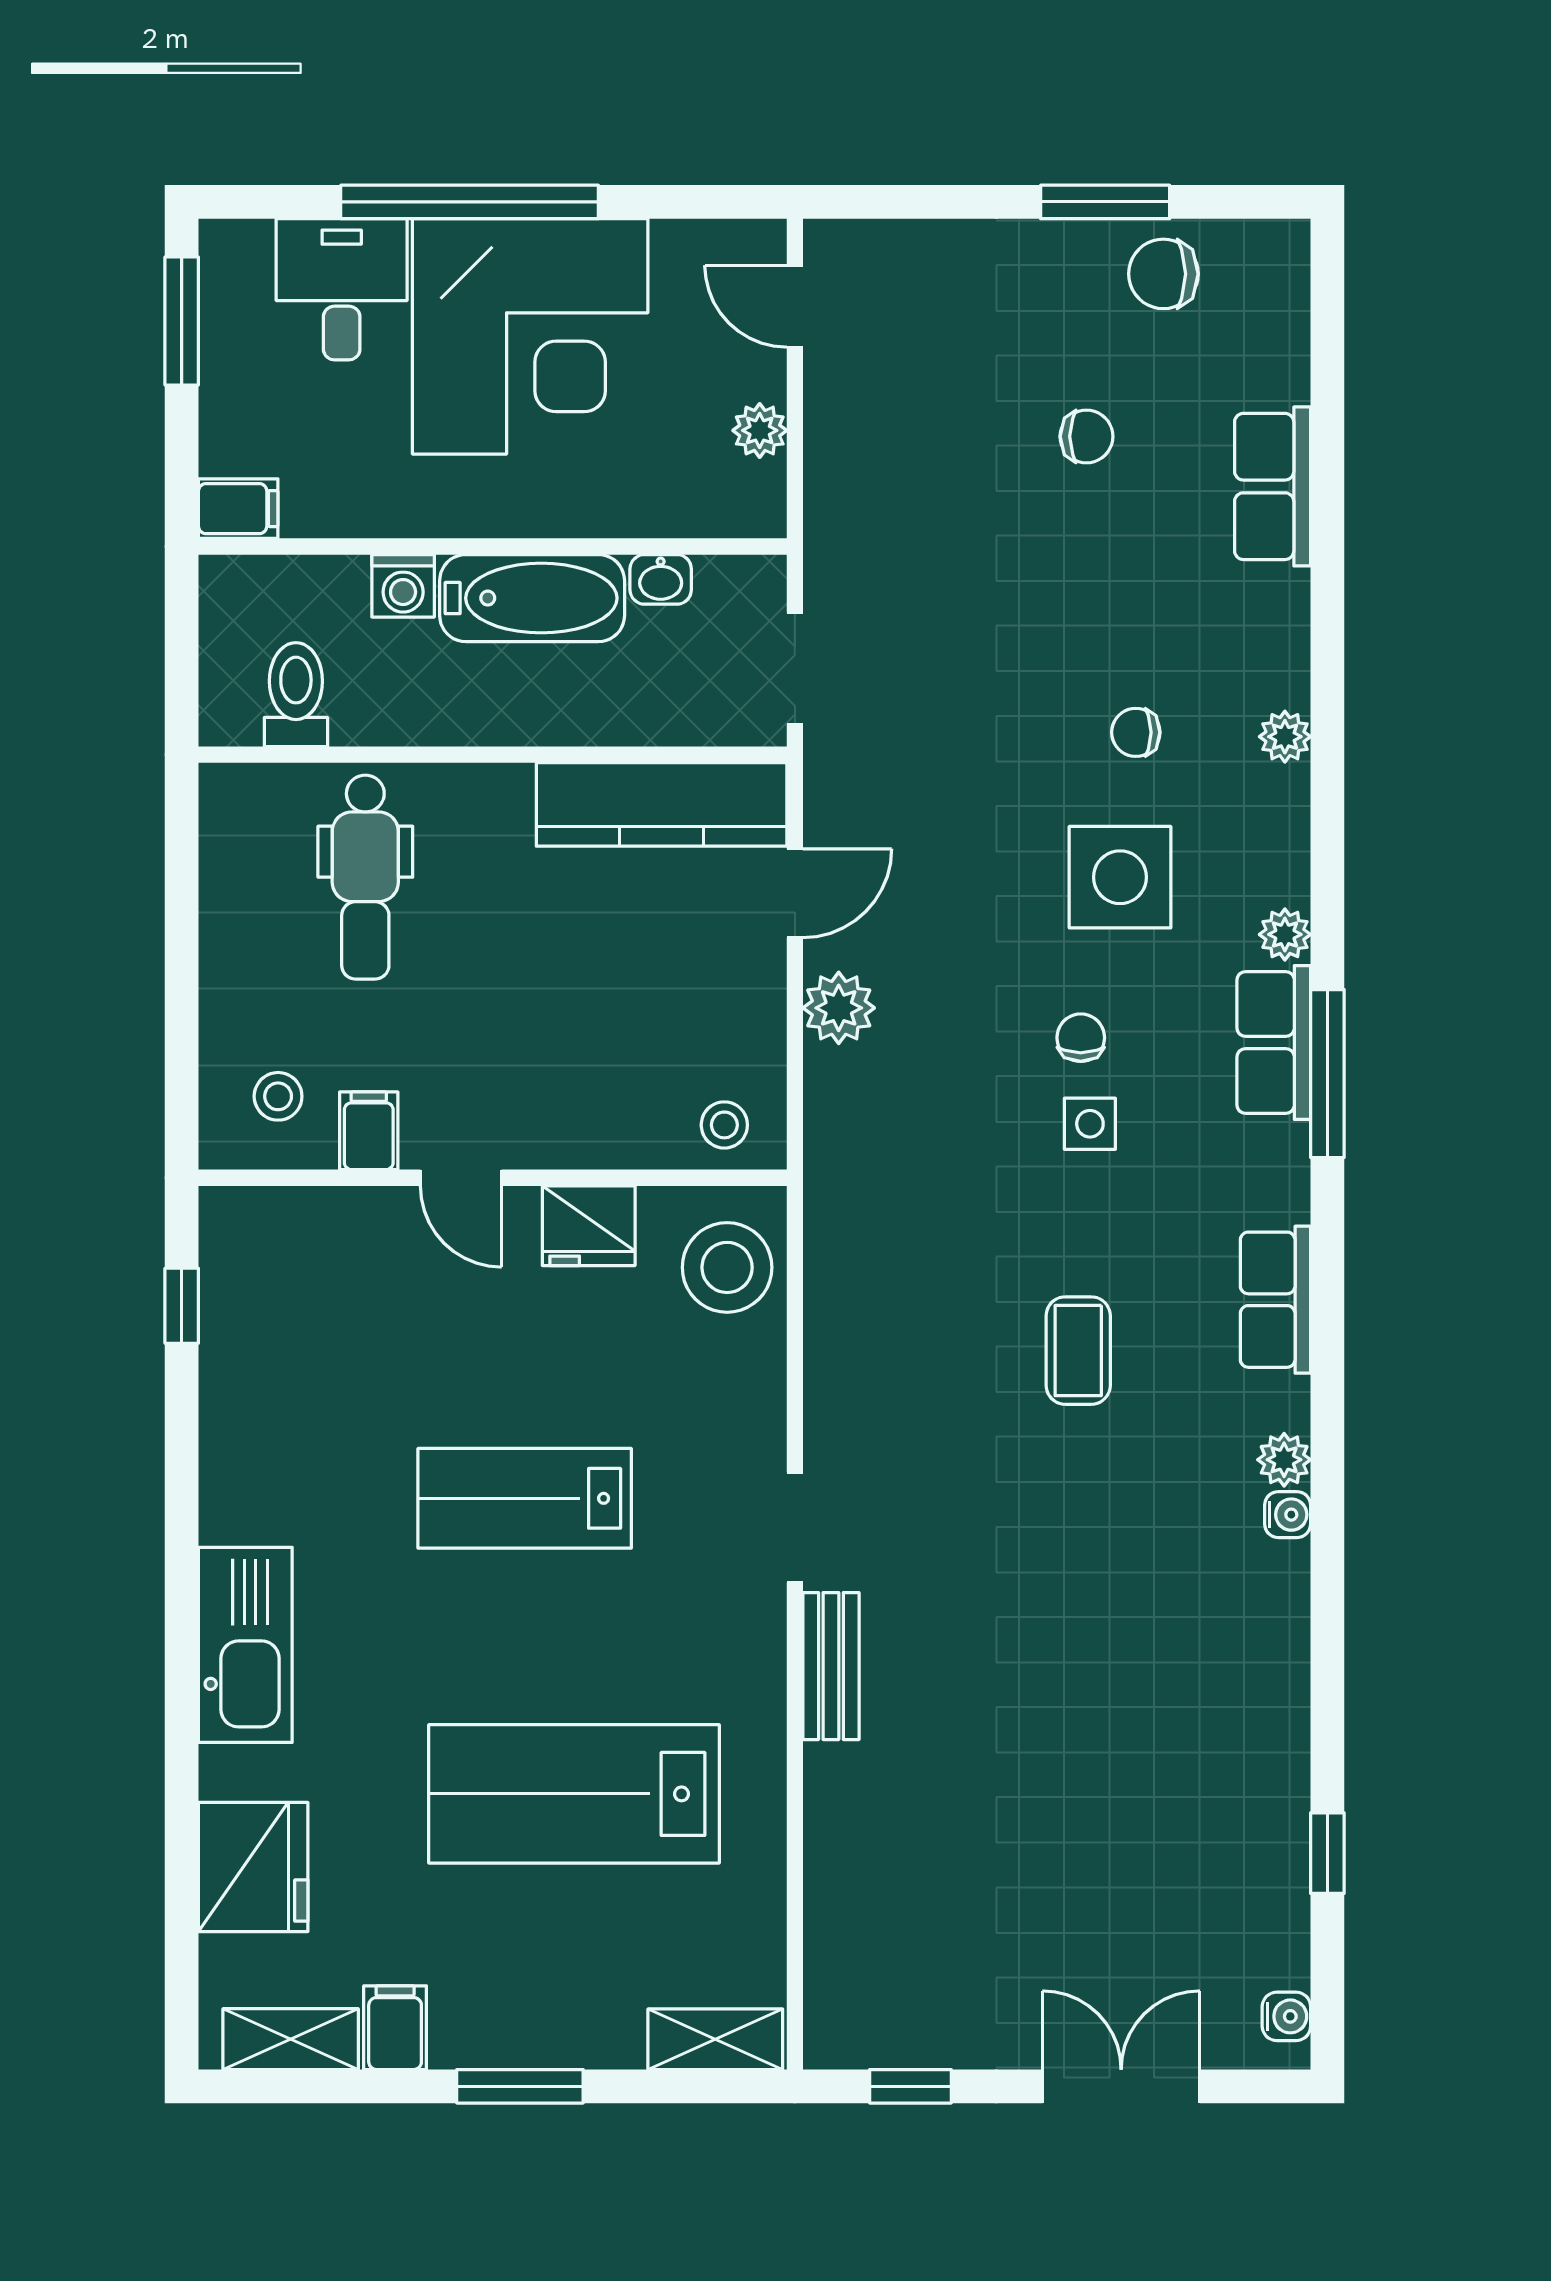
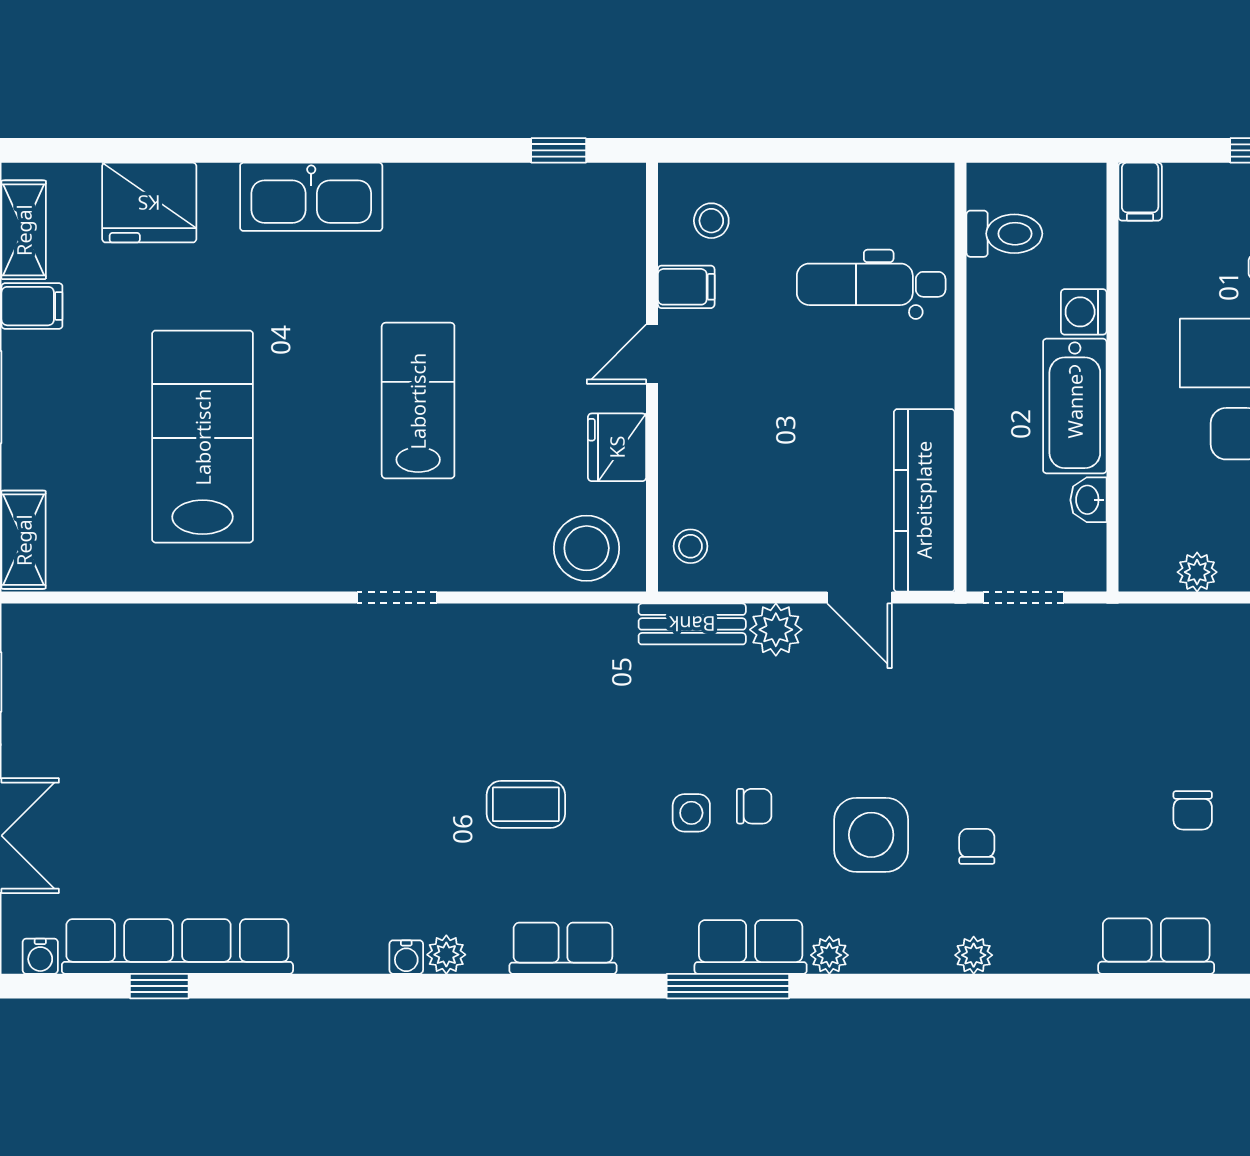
bench: (831, 1666) -> (692, 624), moved
row of seats: (1273, 1828) -> (177, 946), added

